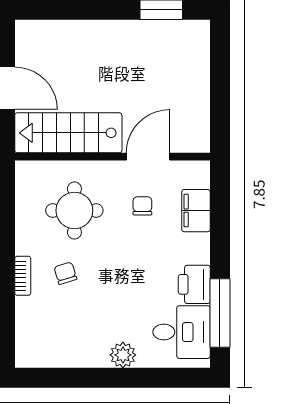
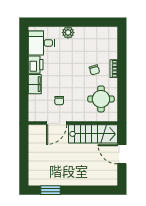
round table: (74, 210) -> (101, 99), moved
filing cabinet: (196, 211) -> (35, 84), moved
window: (220, 313) -> (24, 52), removed

